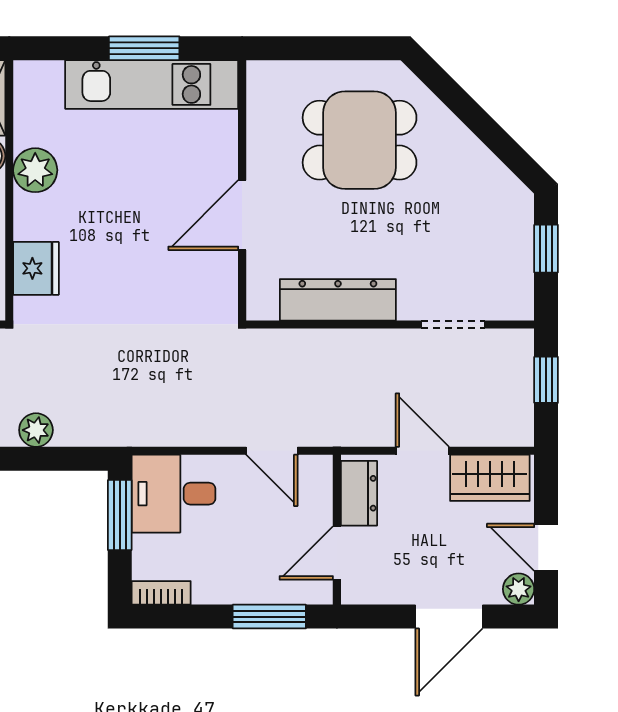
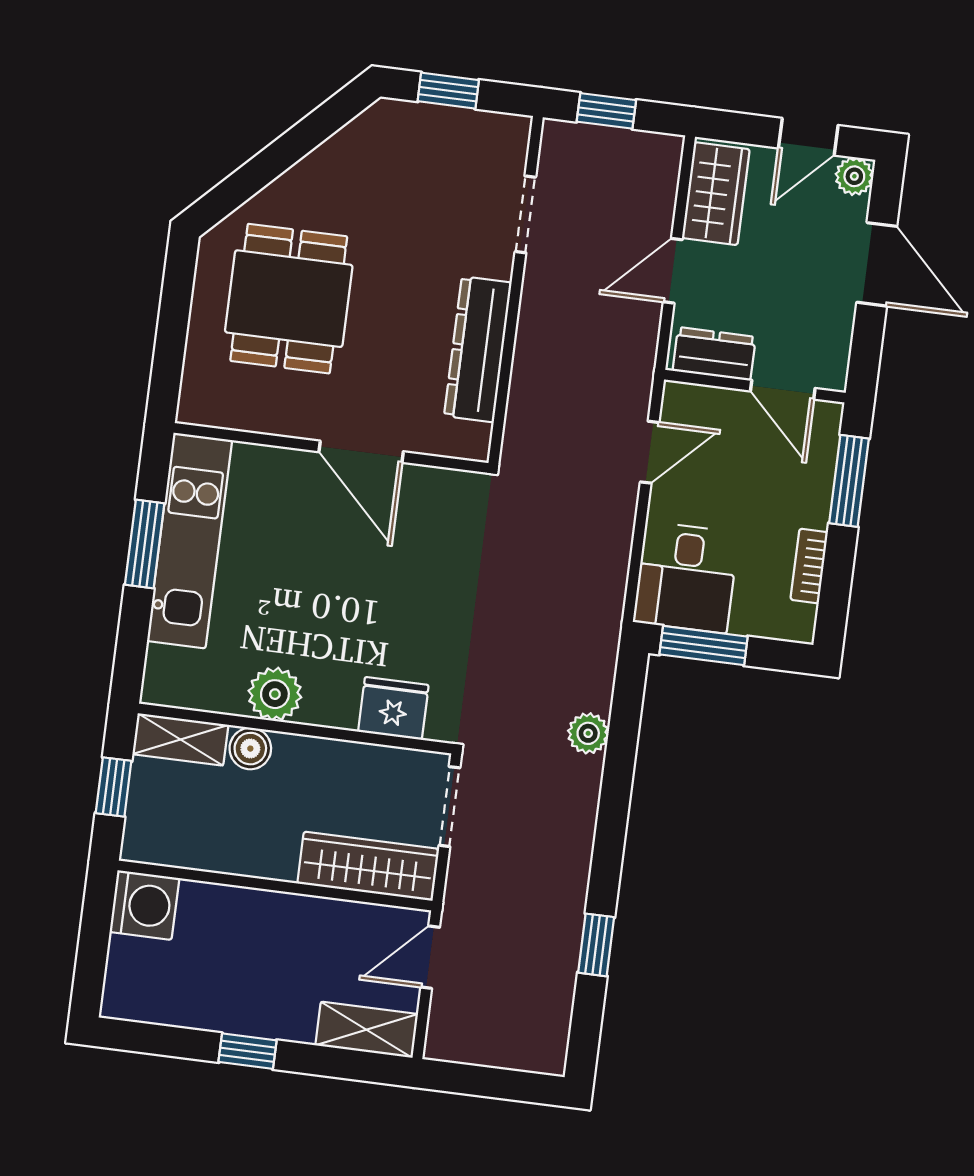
bookcase: (161, 593) -> (809, 566), moved

